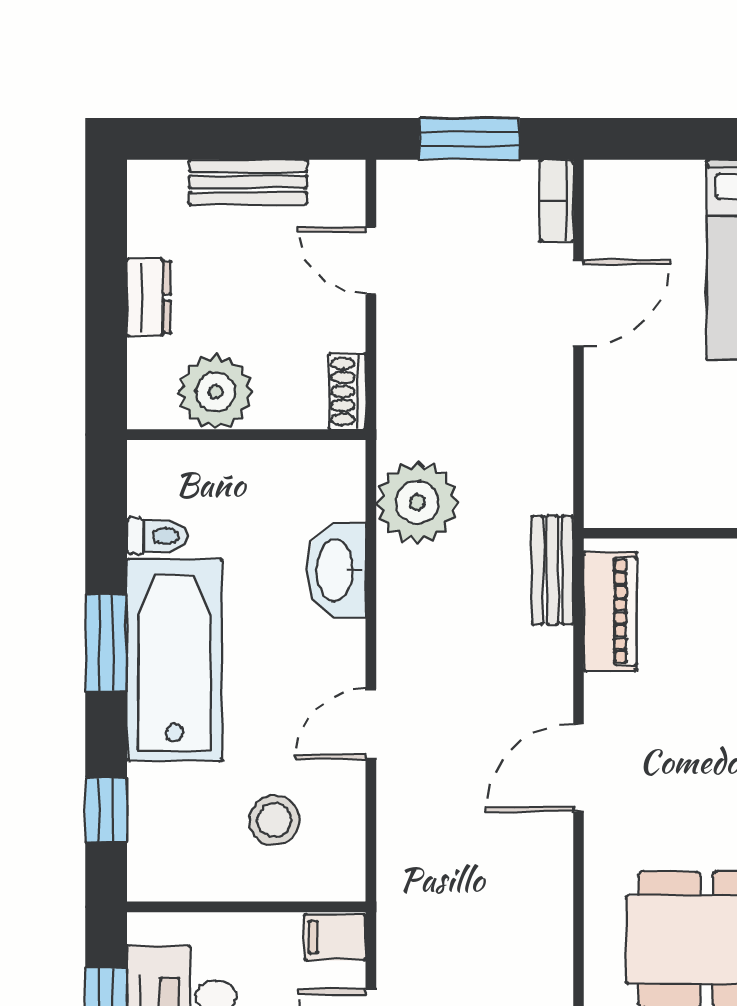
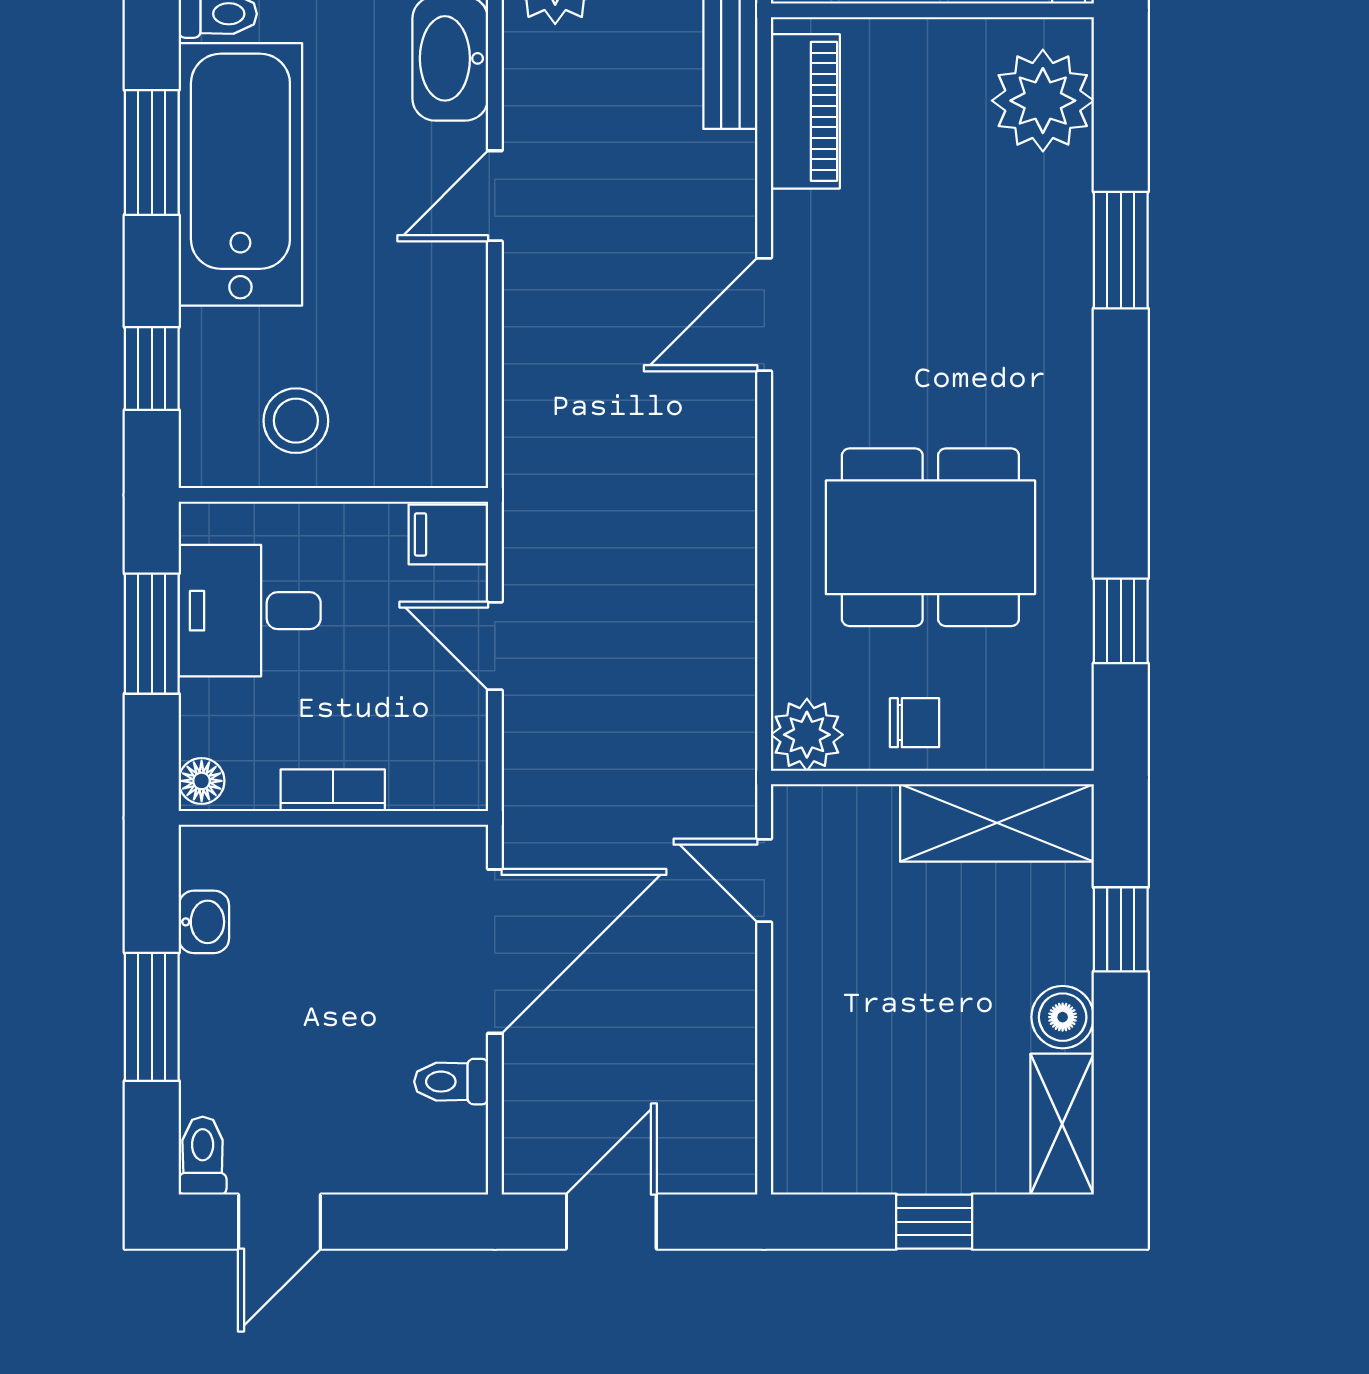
door: (371, 724) -> (495, 196), moved
stool: (274, 820) -> (296, 421), moved

